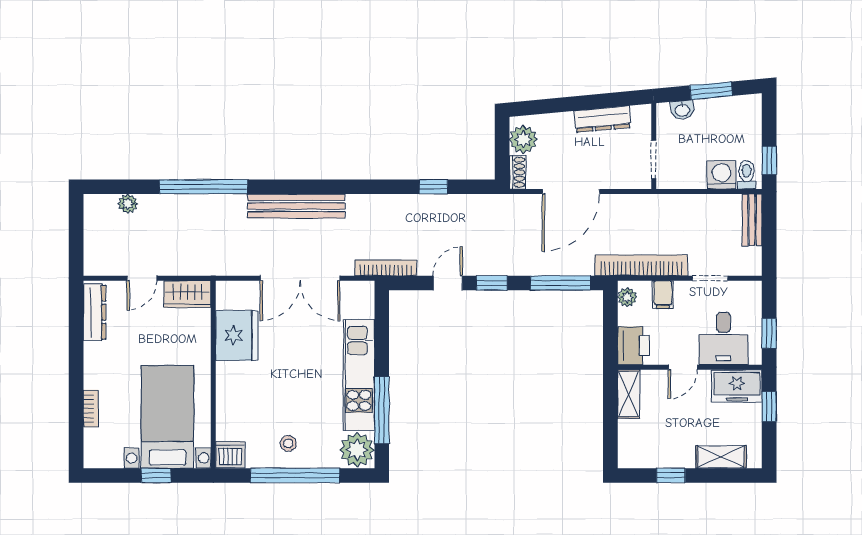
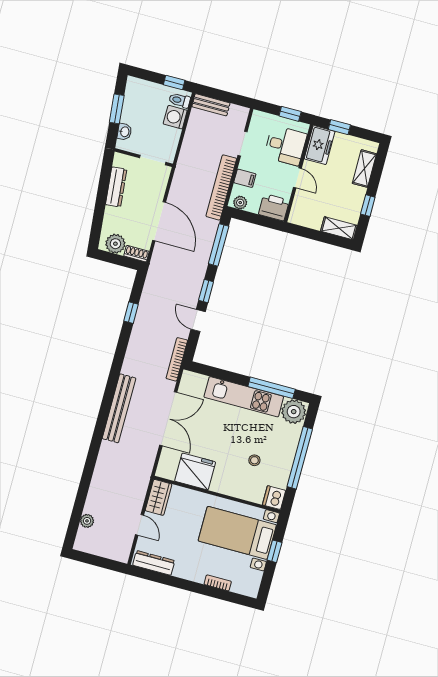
window: (204, 187) -> (89, 467), removed
shelving: (629, 394) -> (339, 228), moved
stool: (288, 443) -> (254, 460), moved

